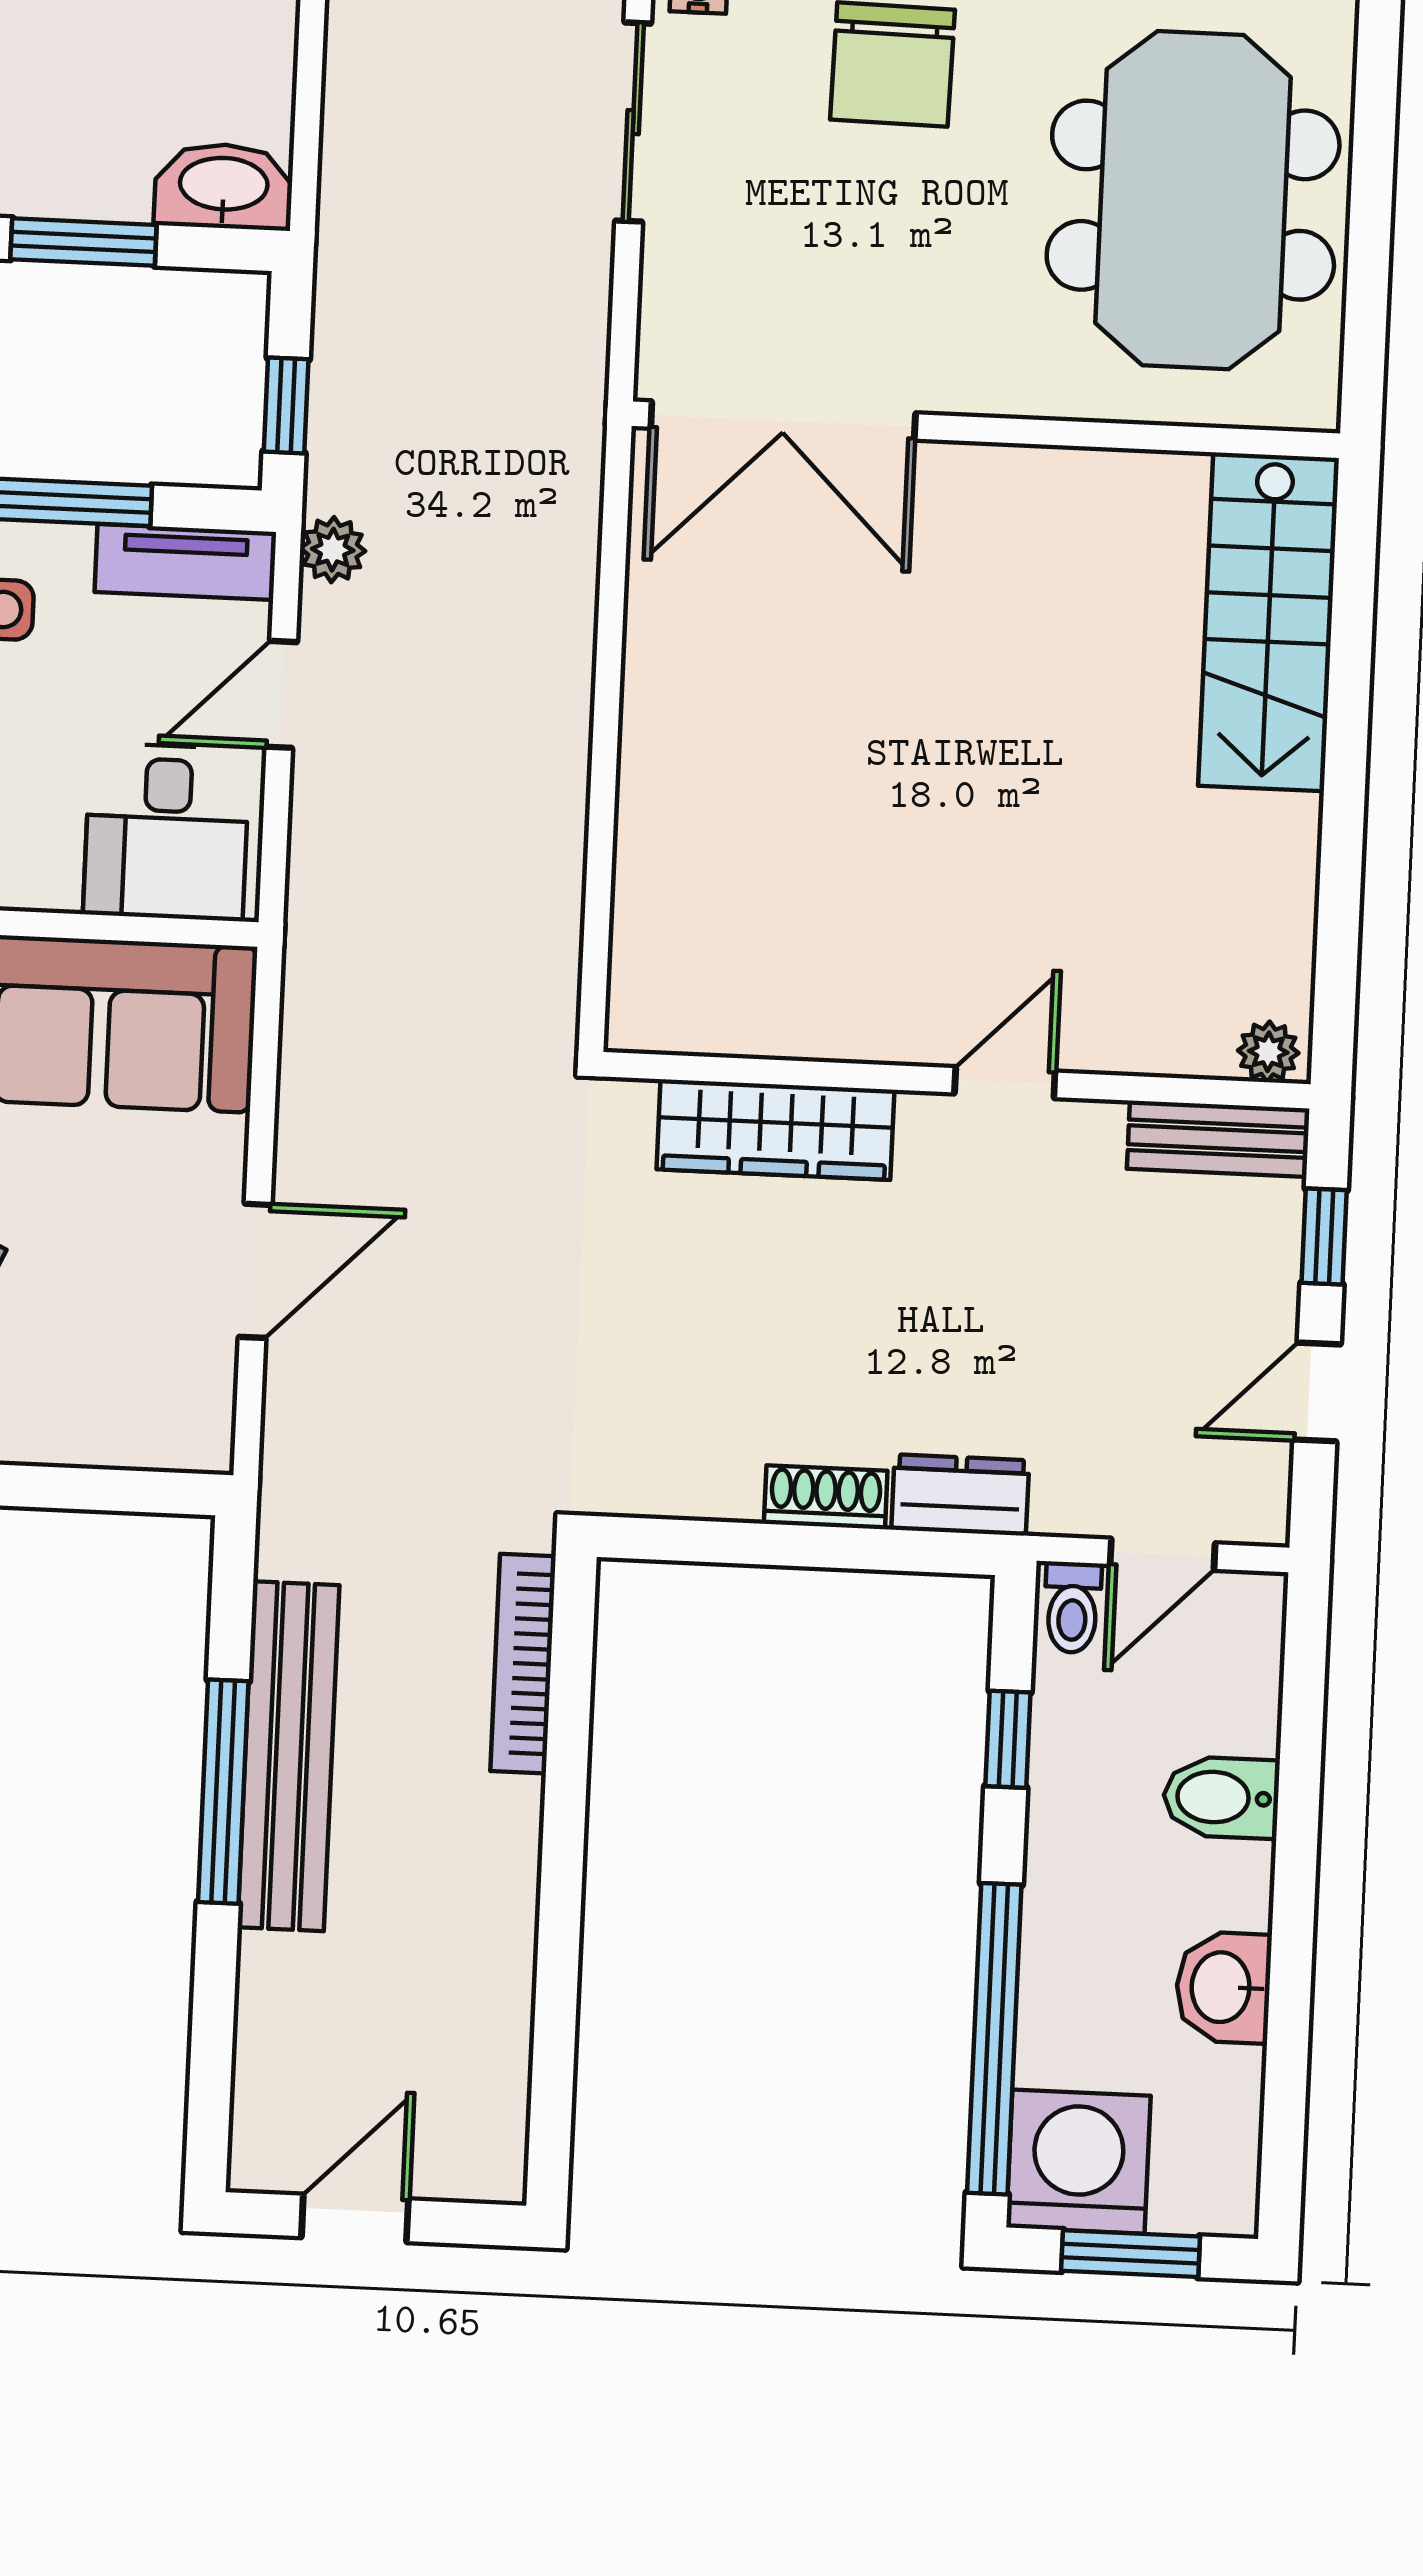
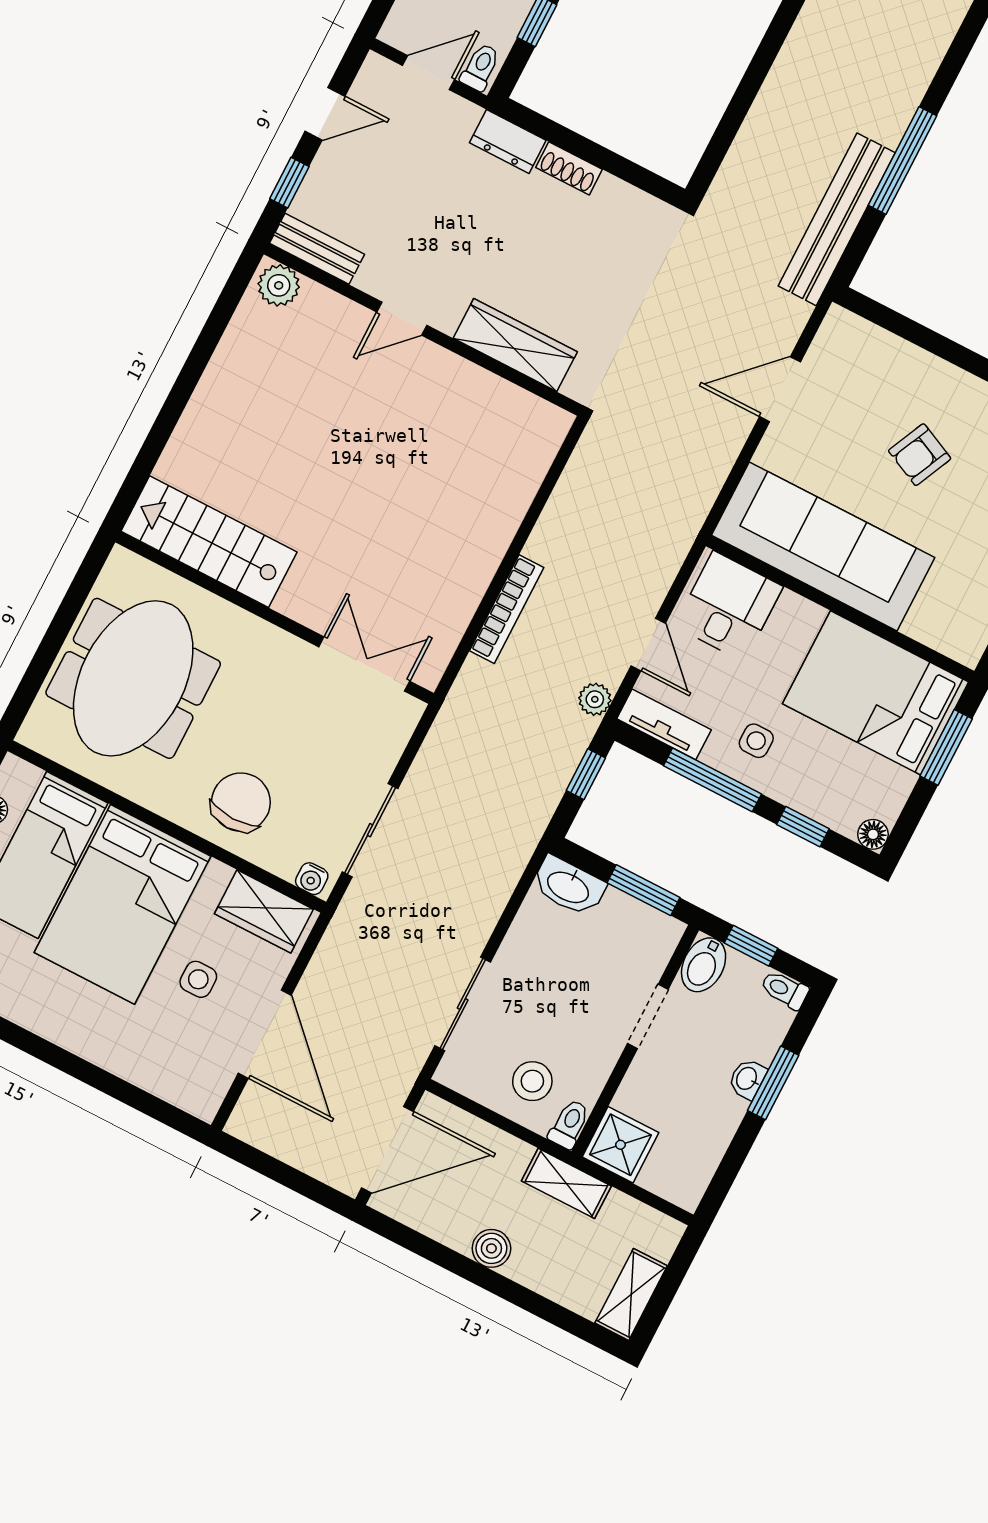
double door: (783, 421) -> (364, 664), width x0.73
stairs: (1269, 622) -> (209, 542), moved, turned -90
door: (281, 694) -> (648, 645), hinge flipped
plant: (1268, 1052) -> (279, 285), width x1.38, depth x1.38
bookcase: (523, 1664) -> (507, 609), moved
bench: (288, 1756) -> (837, 219), moved

